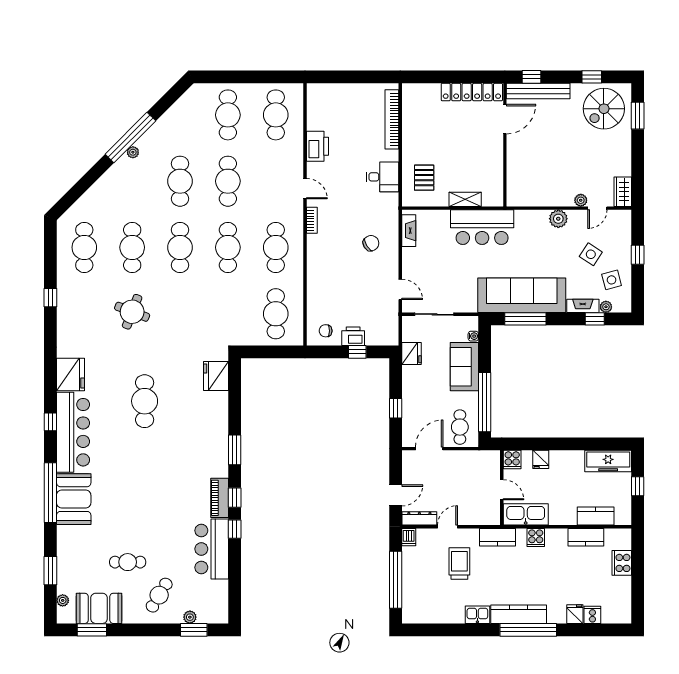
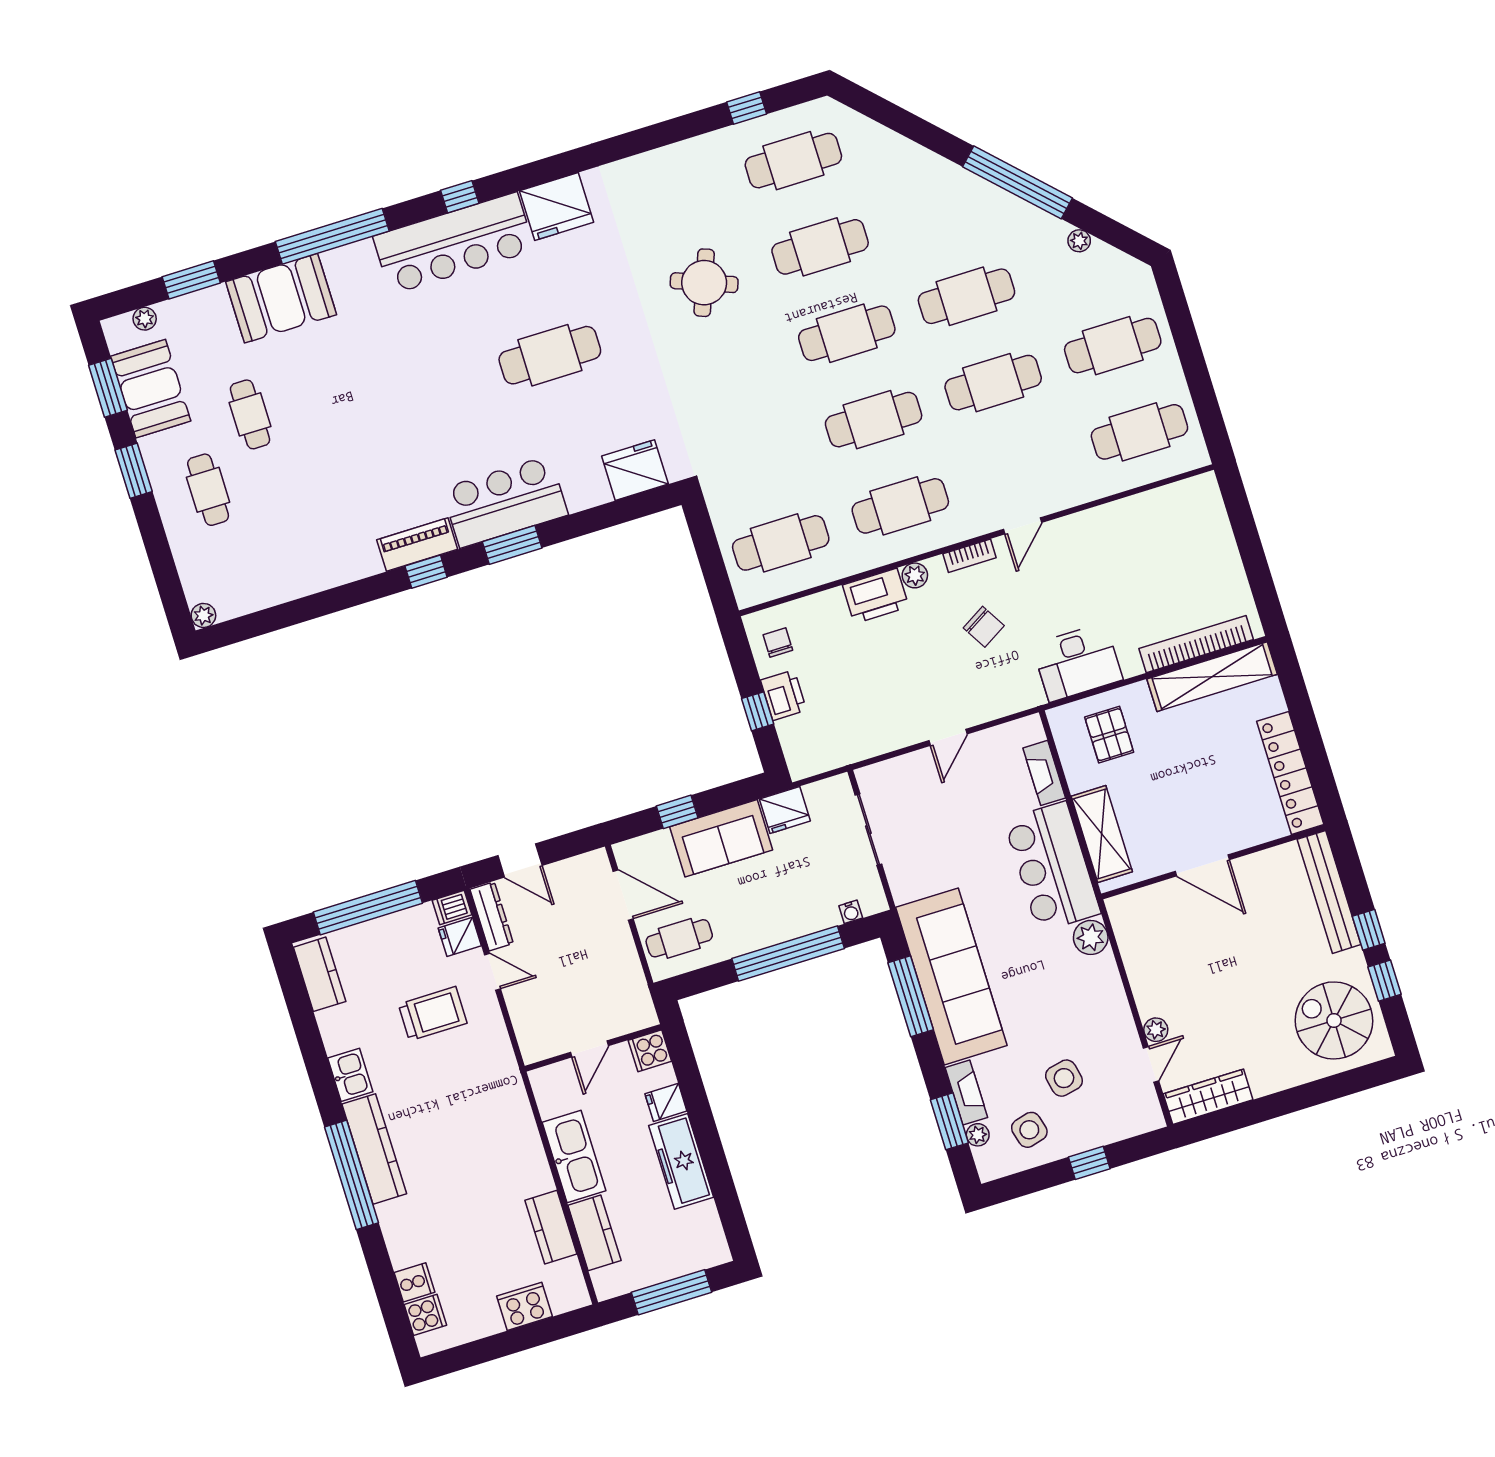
window: (532, 77) -> (1369, 930), moved
shelving: (411, 116) -> (1212, 677), added
window: (638, 116) -> (1340, 1085), removed
door: (505, 119) -> (1202, 865), moved
printer: (317, 146) -> (876, 596), moved
plant: (133, 152) -> (1079, 241), moved
desk: (383, 177) -> (1077, 662), width x1.37
pallet: (424, 178) -> (1109, 735), turned 90
wardrobe: (623, 192) -> (1208, 1097), width x1.50
shelving: (465, 199) -> (1102, 834), width x1.50, depth x1.33
door: (597, 208) -> (1151, 1064), swing flipped
plant: (558, 219) -> (1091, 937), moved
fireplace: (409, 231) -> (1044, 773), moved, turned 90
chair: (371, 243) -> (984, 627), moved
plant: (313, 251) -> (915, 575), added
side table: (591, 254) -> (1064, 1078), turned 45
door: (400, 289) -> (948, 737), moved
window: (50, 298) -> (747, 108), moved
window: (595, 319) -> (949, 1121), width x1.50
sofa: (464, 367) -> (721, 838), moved, turned 180
window: (485, 402) -> (788, 954), moved
freezer: (608, 461) -> (681, 1161), moved
window: (638, 486) -> (672, 1292), width x2.17
booth: (74, 499) -> (281, 298), moved
kitchen sink: (526, 514) -> (574, 1156), moved
window: (235, 529) -> (369, 589), removed
kitchen counter: (498, 537) -> (320, 974), moved, turned 180
cooker: (536, 537) -> (425, 1315), moved, turned 180
bar counter: (212, 549) -> (505, 502), moved
cafe table: (159, 595) -> (208, 490), turned 59
fridge: (575, 614) -> (460, 937), moved, turned 180
plant: (190, 617) -> (203, 615), moved
window: (194, 630) -> (134, 471), moved

